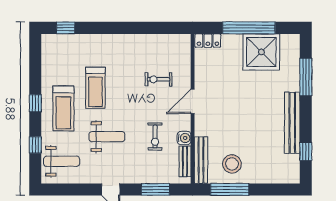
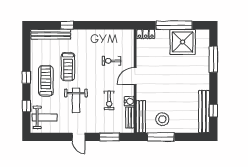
window: (66, 28) -> (67, 25), moved
bench: (71, 41) -> (51, 34), added
treadmill: (63, 108) -> (46, 81), turned 180
bench: (292, 123) -> (204, 112), moved
weight bench: (107, 137) -> (76, 100), turned 90

